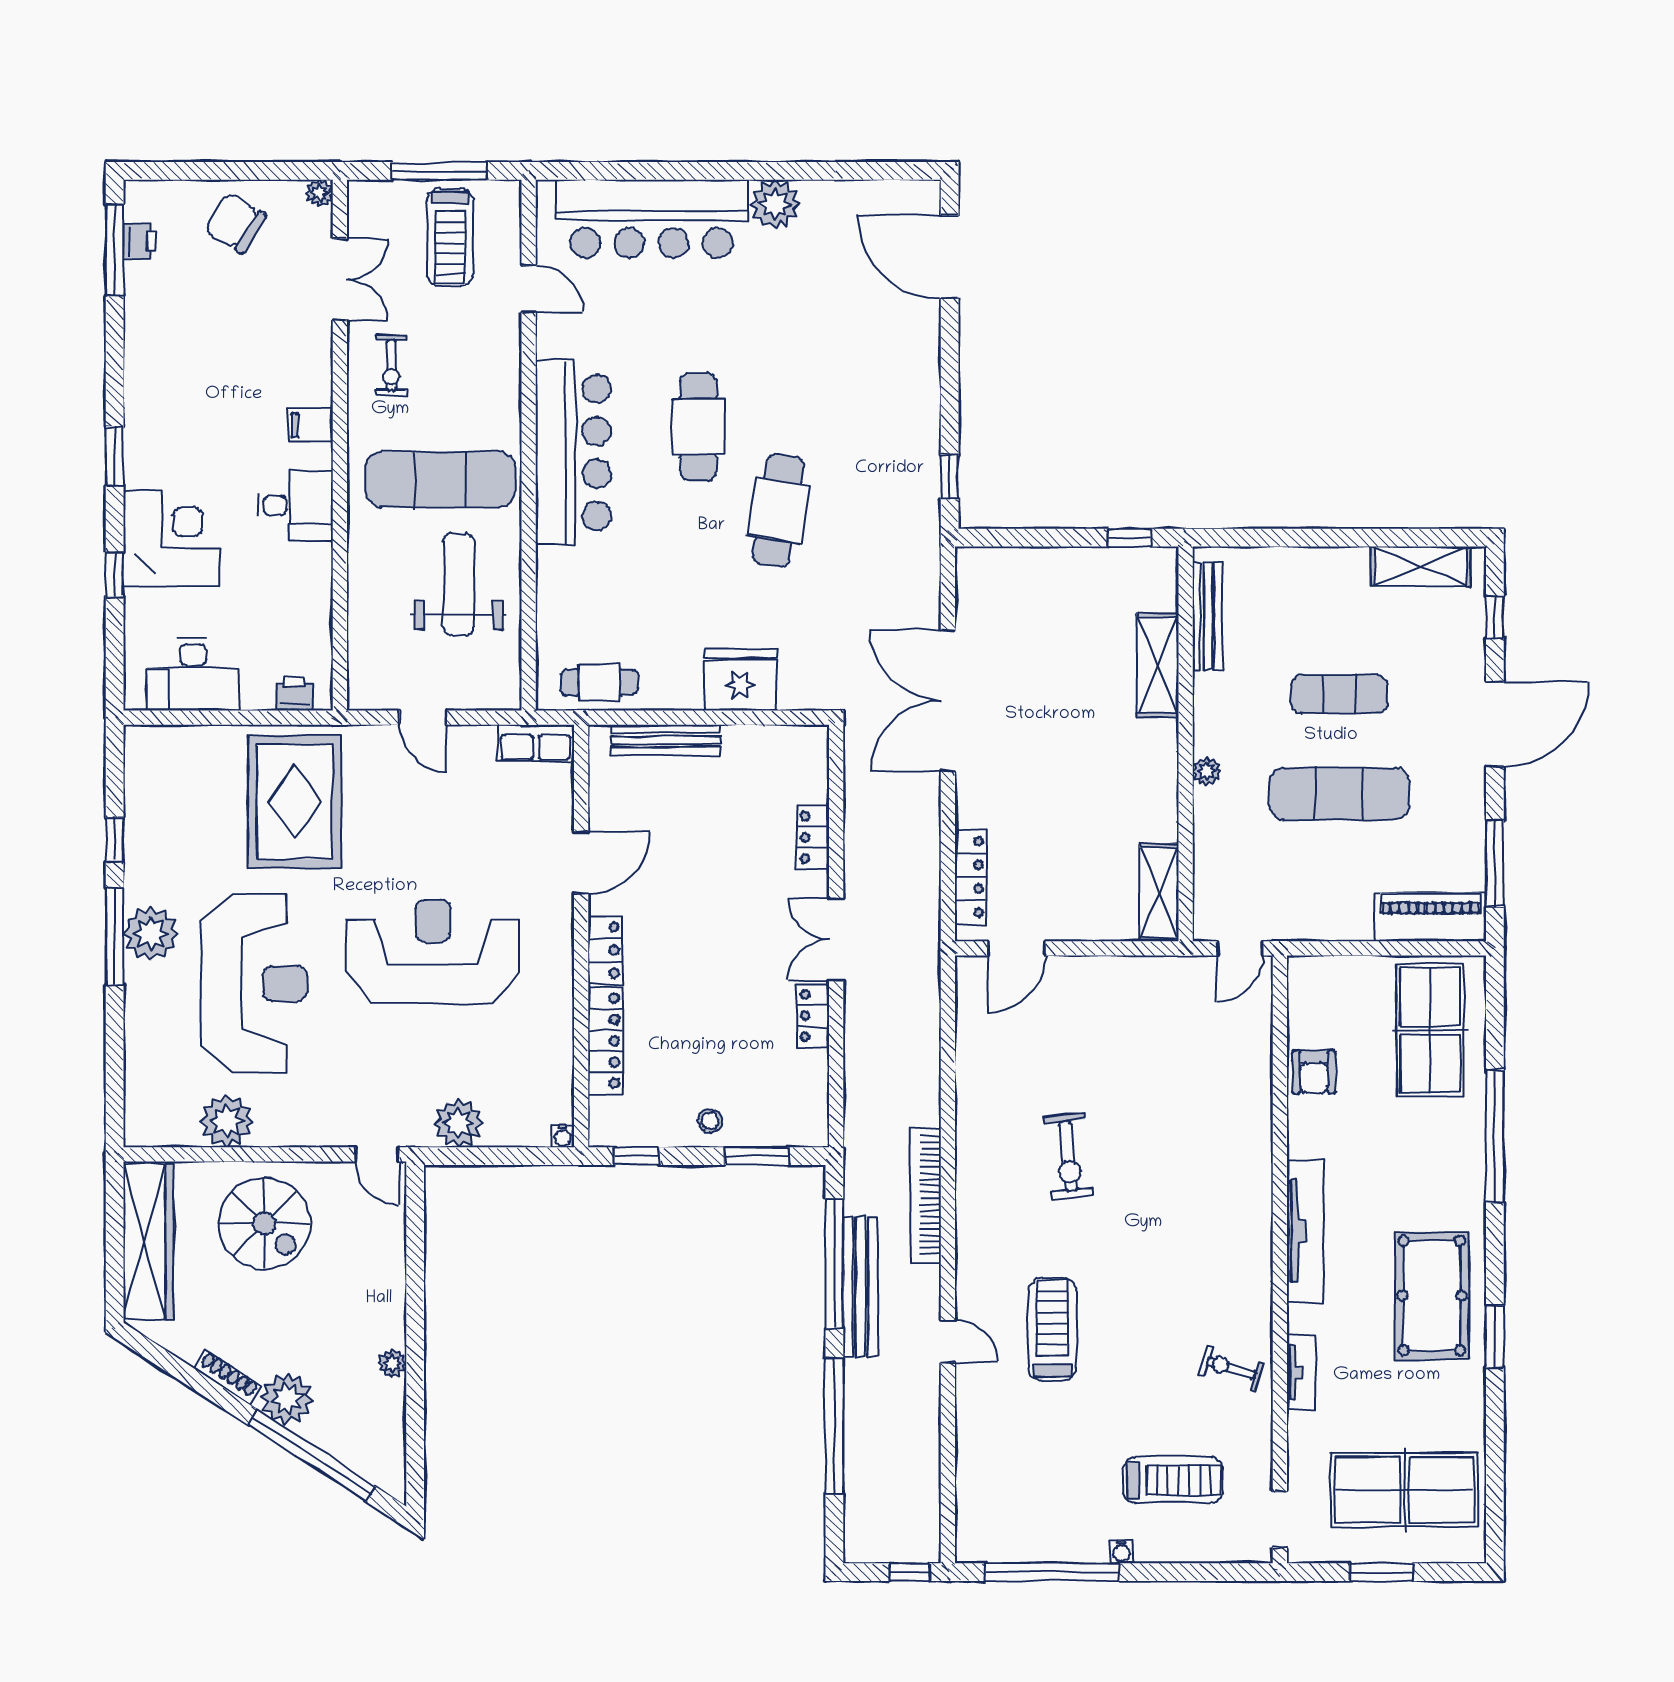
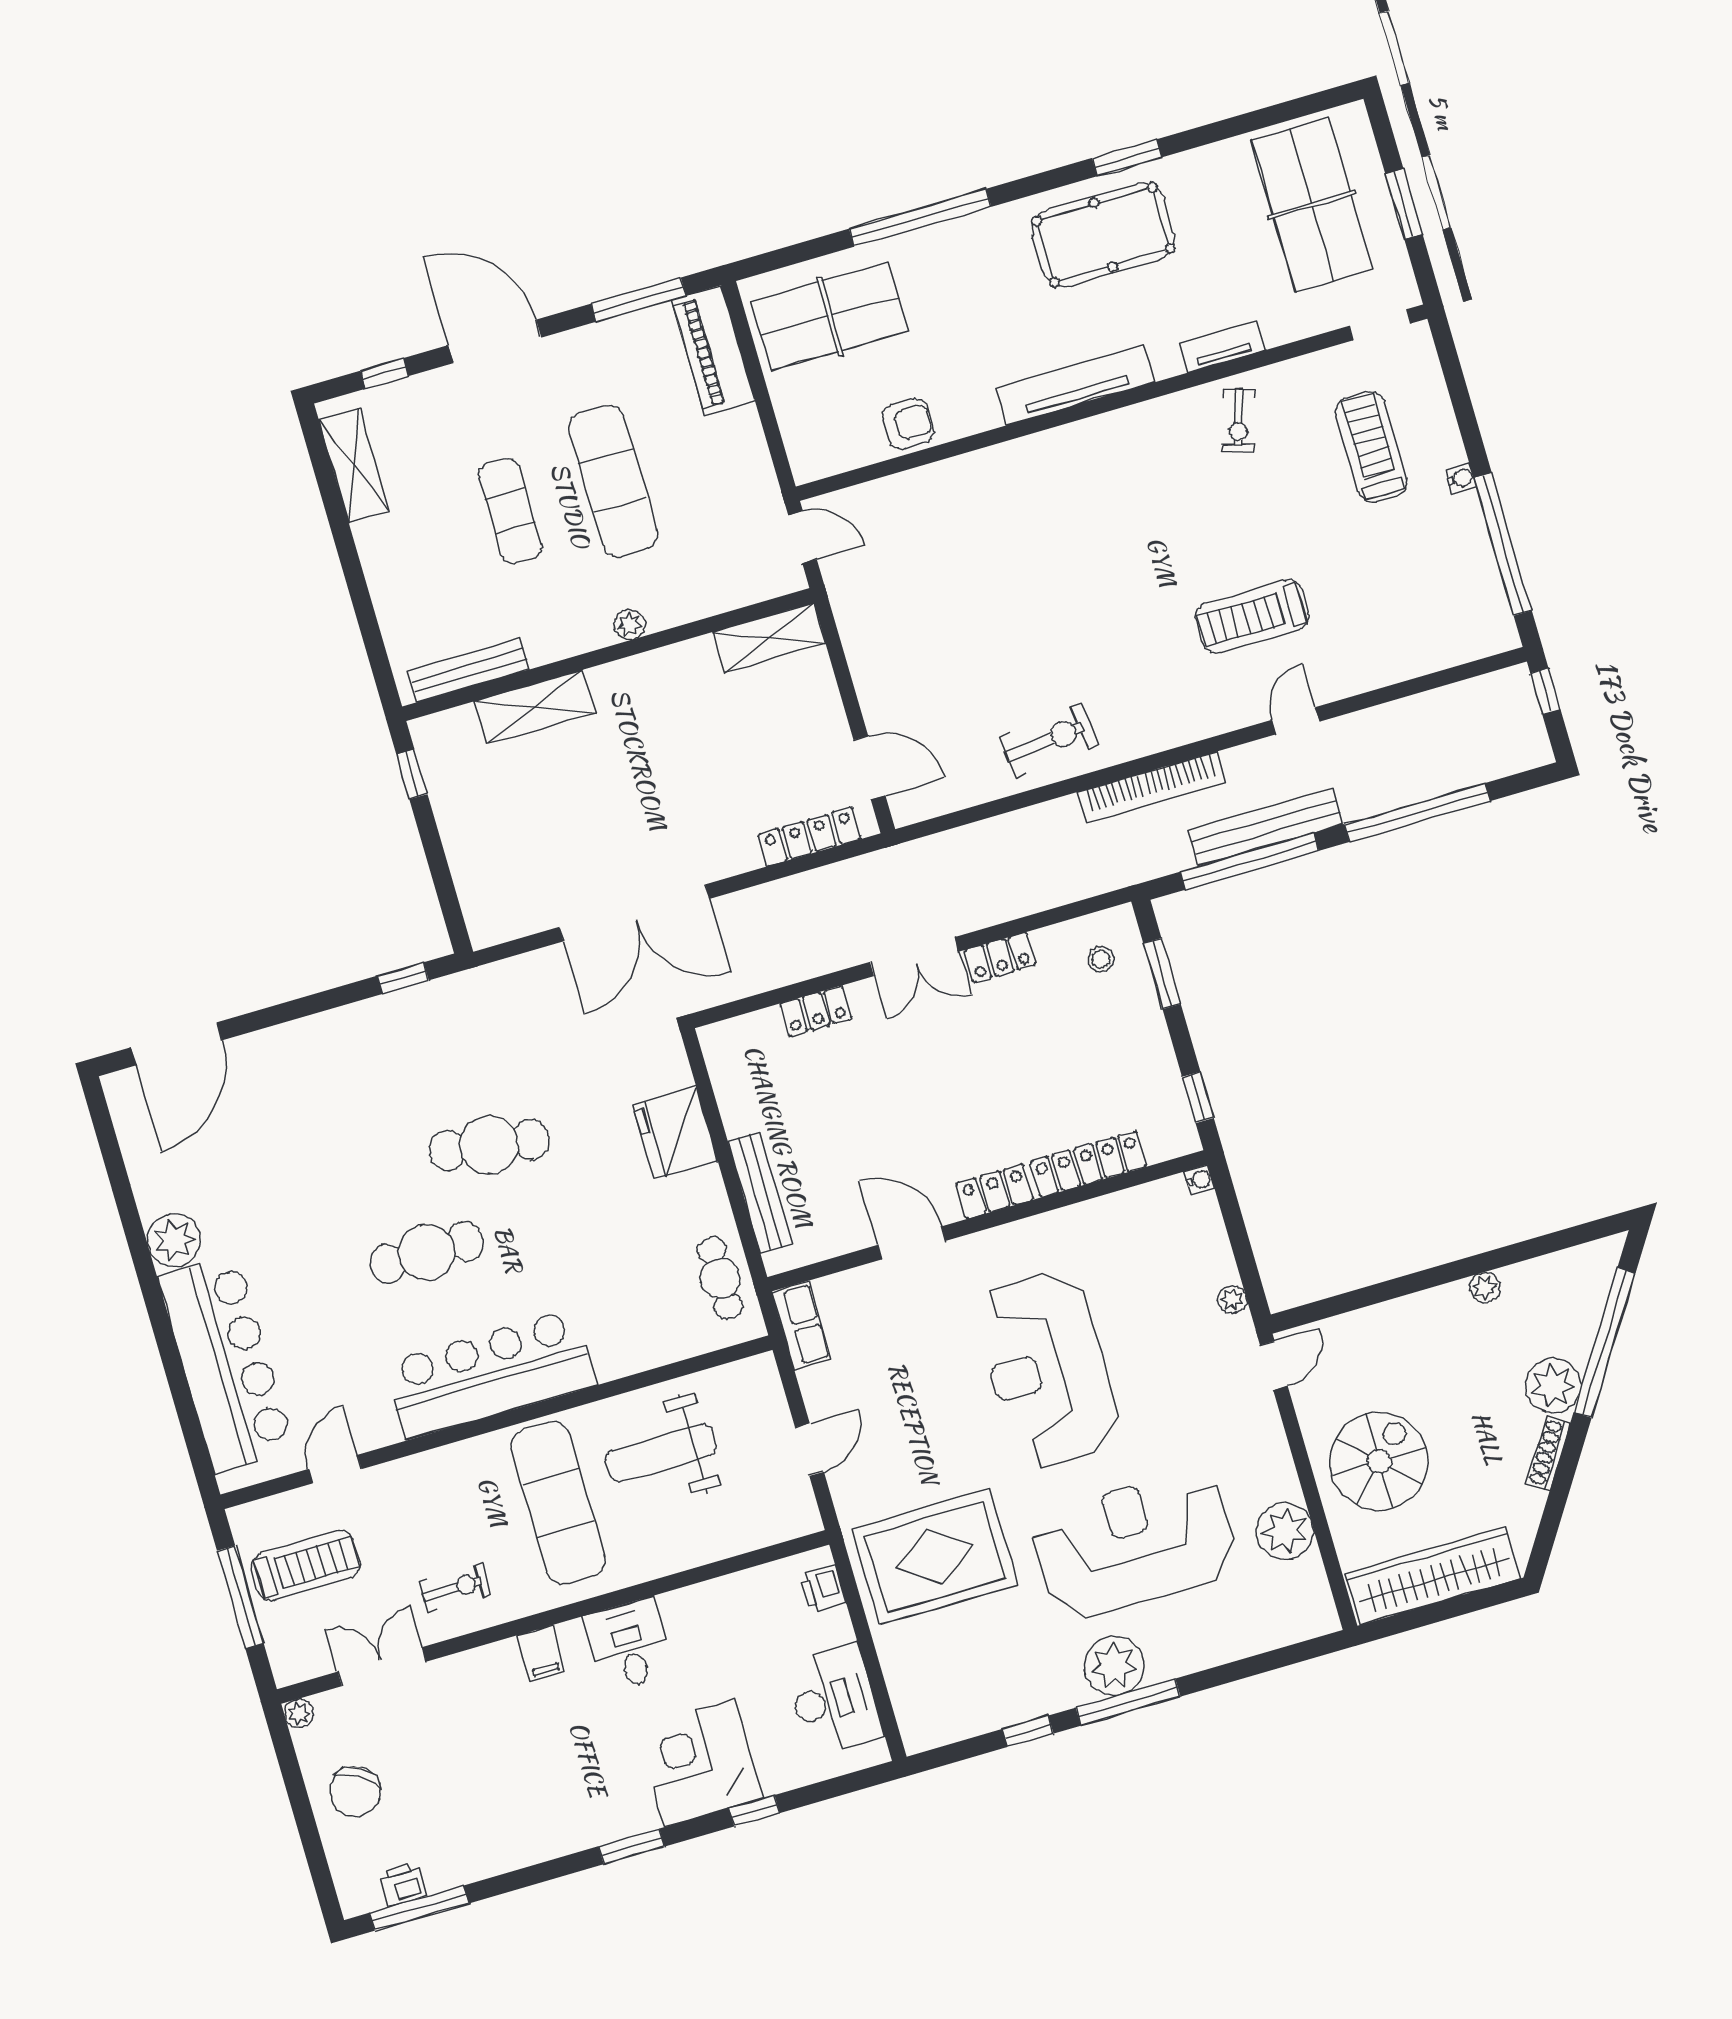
stool: (710, 1121) -> (1101, 959), moved
plant: (459, 1123) -> (1232, 1300), width x0.53, depth x0.53
exercise bike: (1068, 1156) -> (1048, 740), moved

